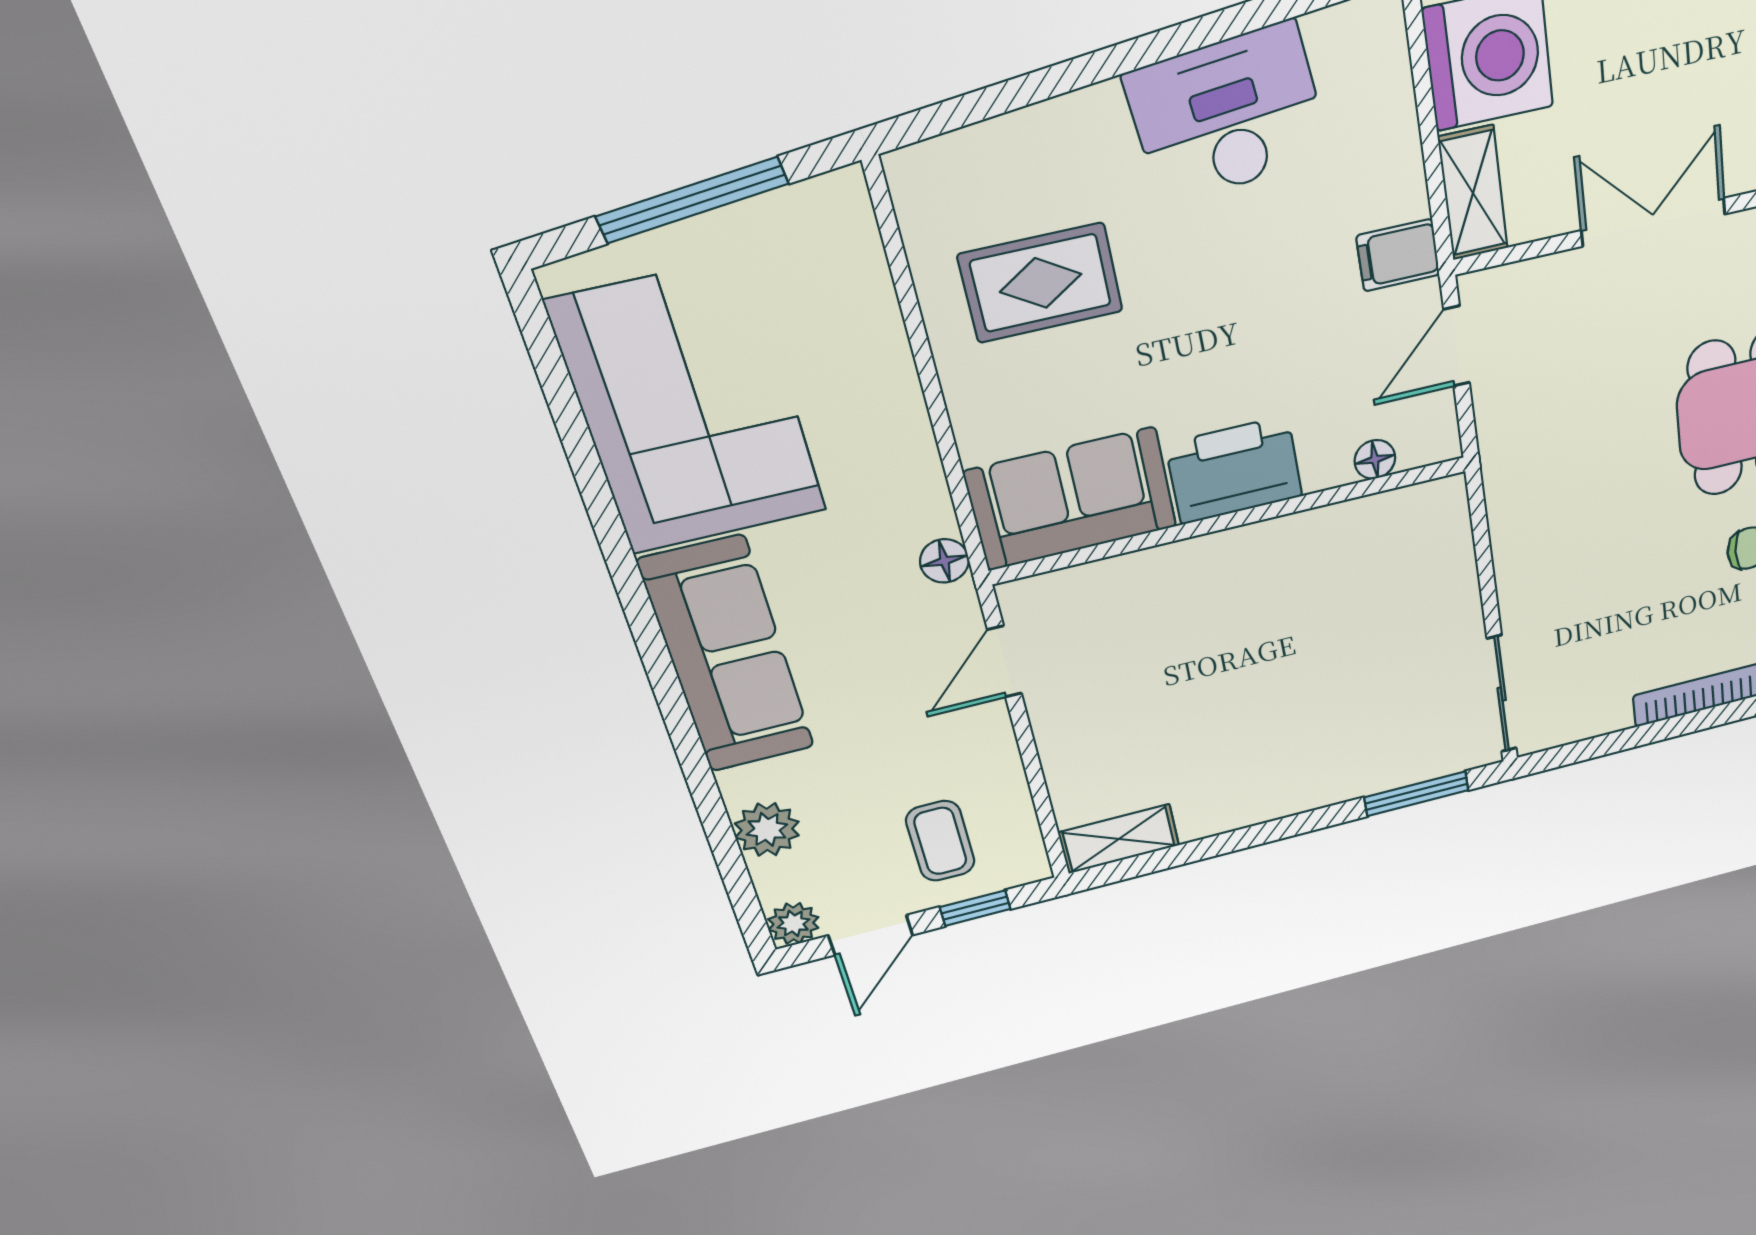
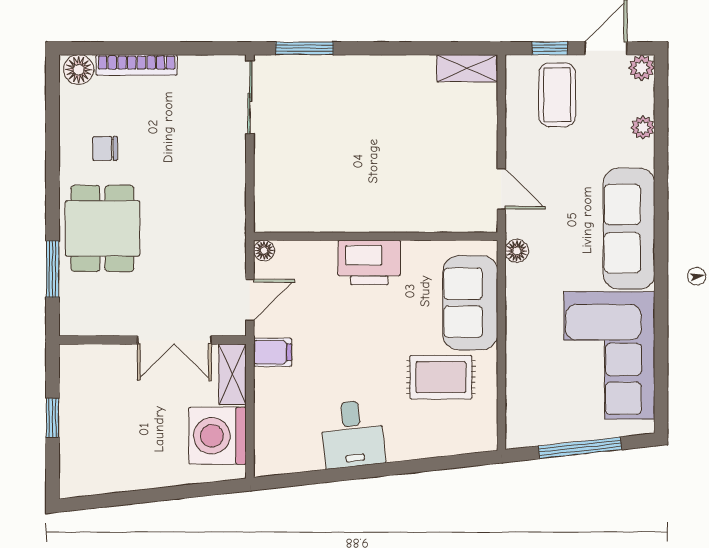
desk: (1228, 115) -> (353, 434), width x0.73
double door: (1653, 222) -> (174, 340), moved
floor lamp: (1375, 459) -> (264, 250), moved
sofa: (1071, 499) -> (470, 303), moved, turned 90
door: (1005, 662) -> (501, 189), hinge flipped
plant: (767, 829) -> (643, 127), width x0.73, depth x0.73
coffee table: (940, 841) -> (557, 95), width x1.36, depth x1.30

